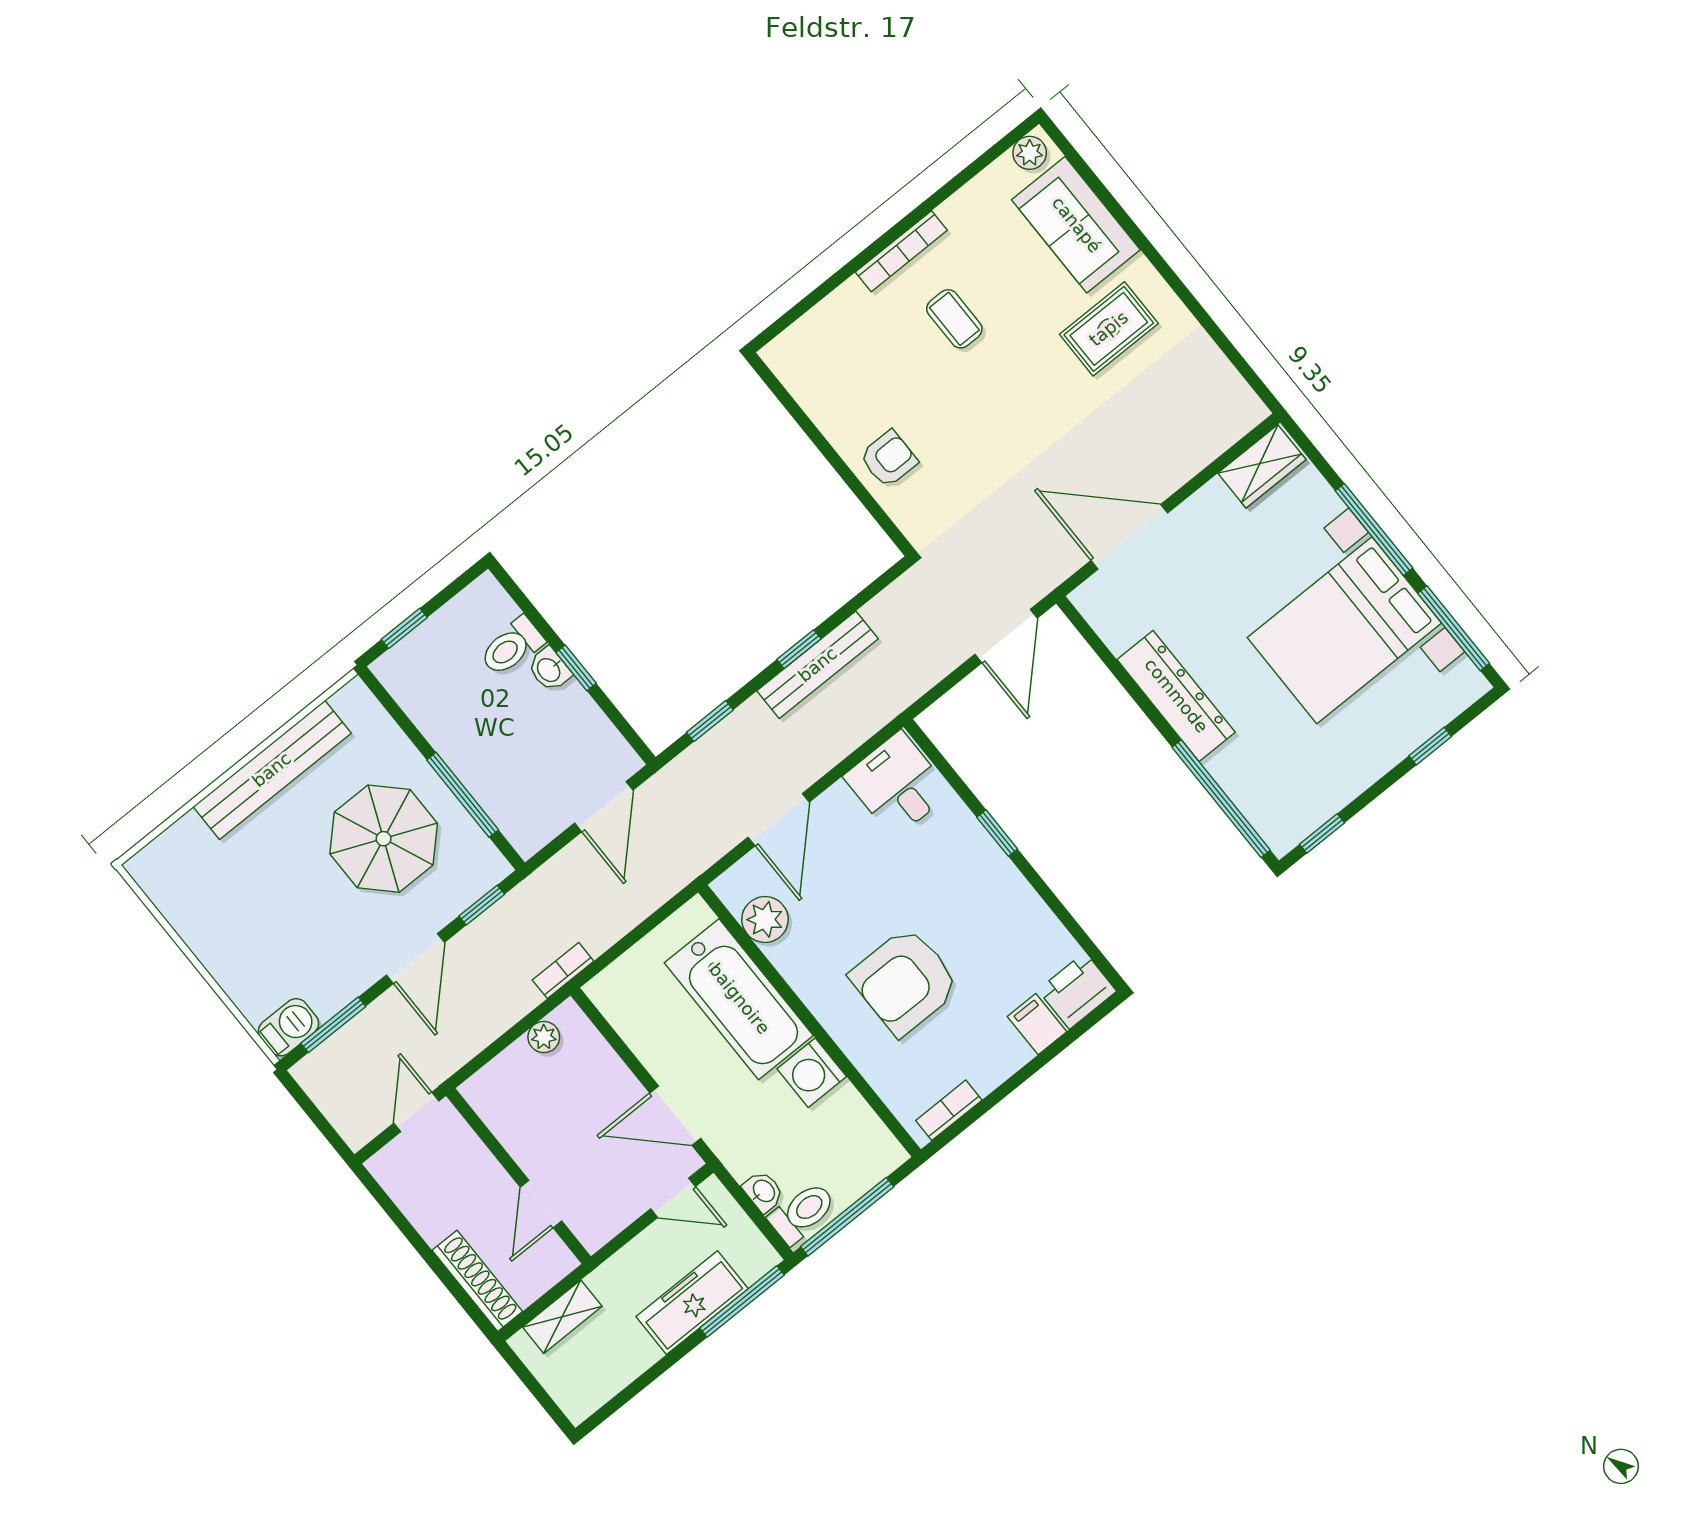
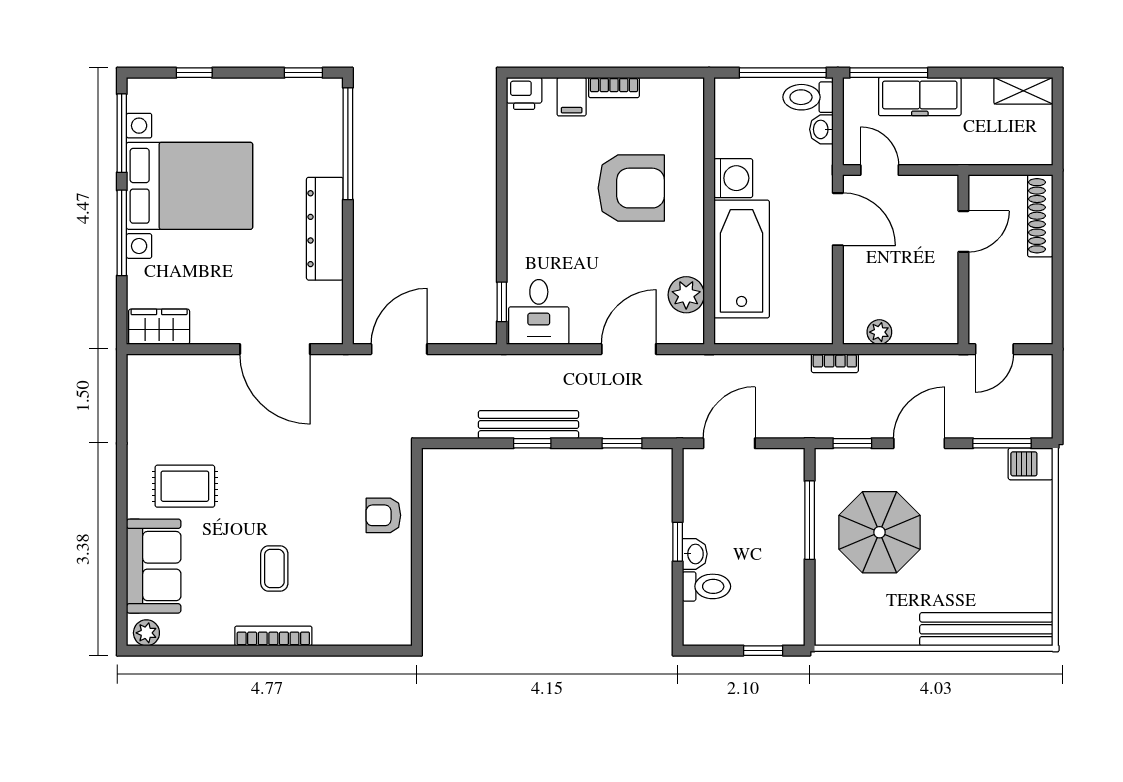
bench: (272, 770) -> (986, 629), moved
window: (997, 833) -> (502, 302), moved
printer: (1077, 991) -> (524, 93), width x0.73, depth x0.81
bookcase: (949, 1110) -> (614, 88), moved
shelving: (562, 1317) -> (1023, 91), moved

